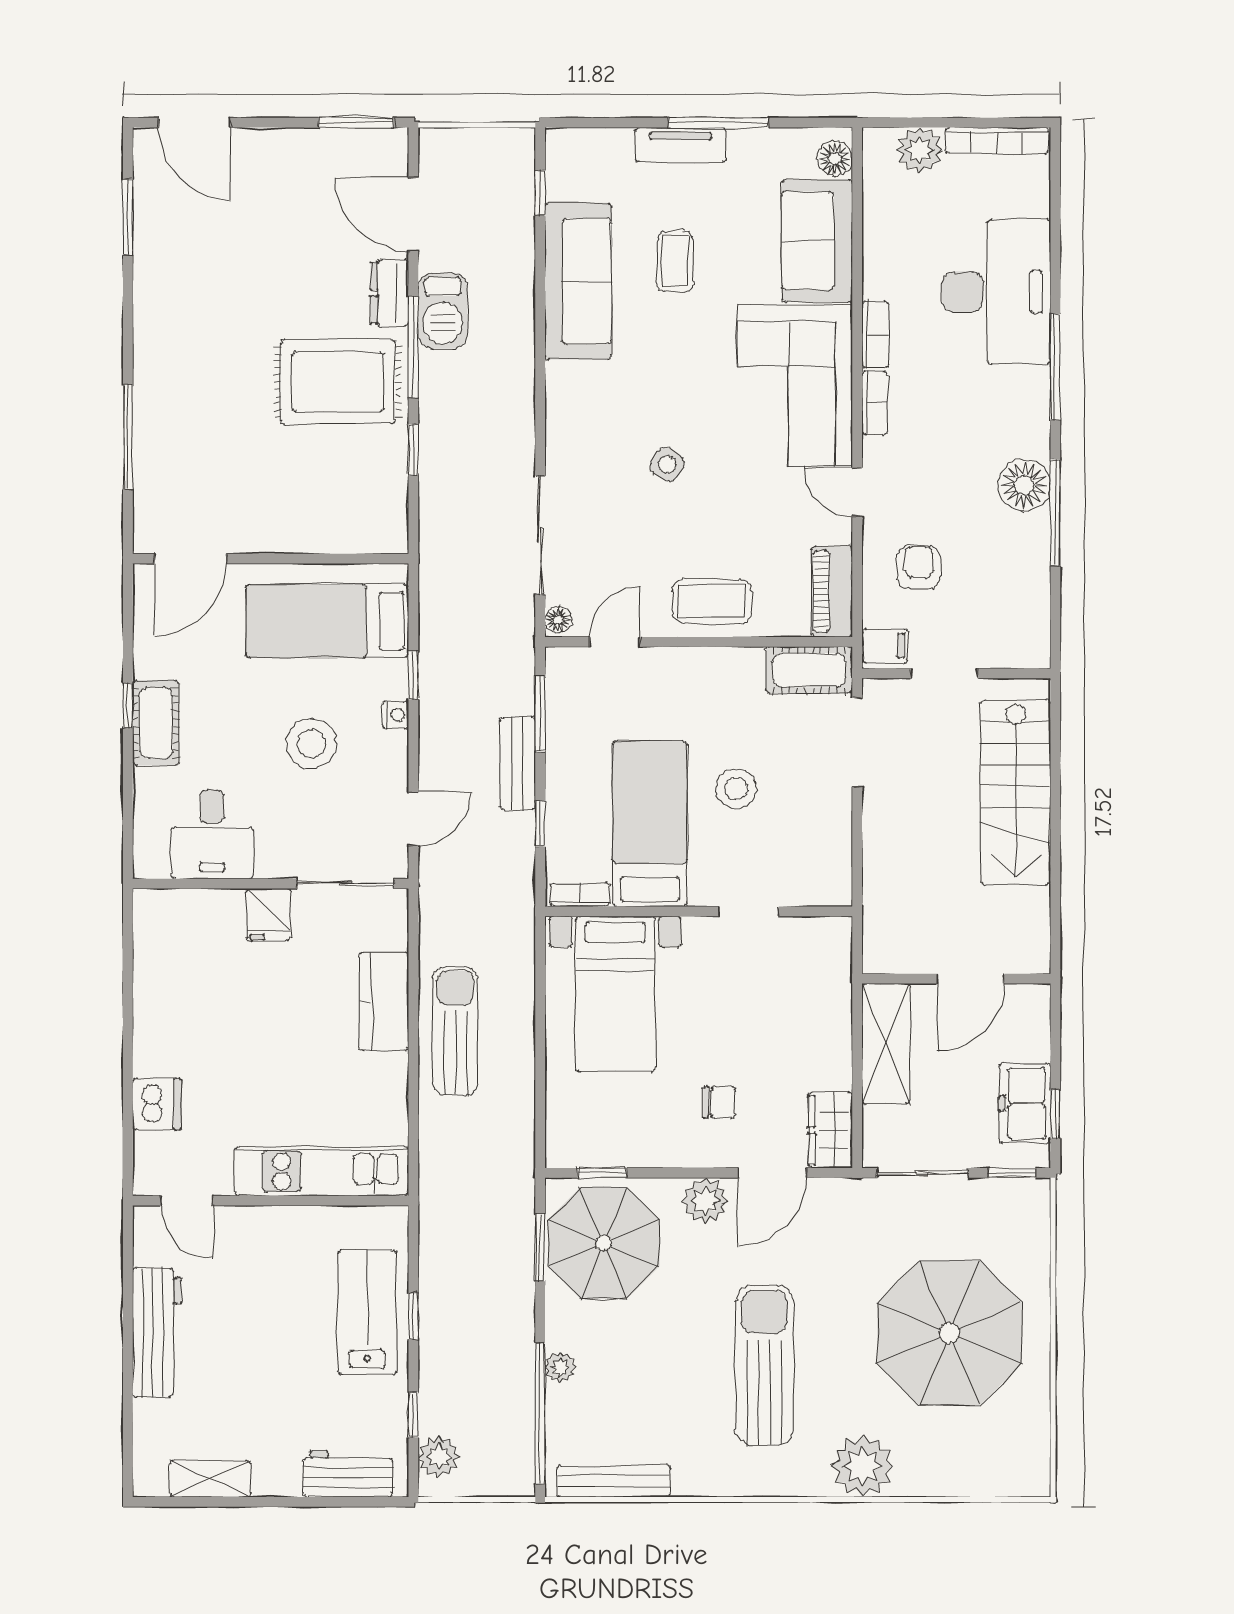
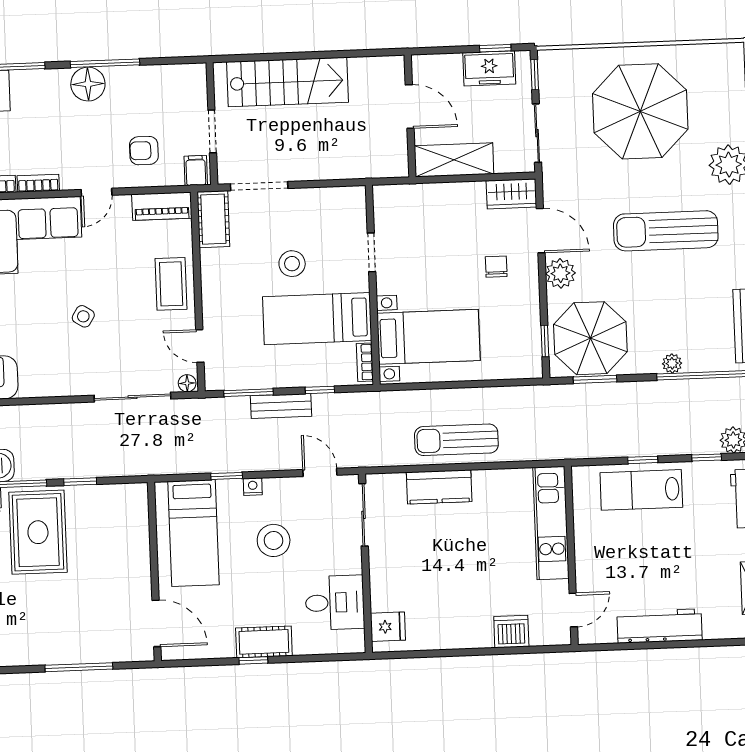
fridge: (269, 914) -> (388, 627), moved

